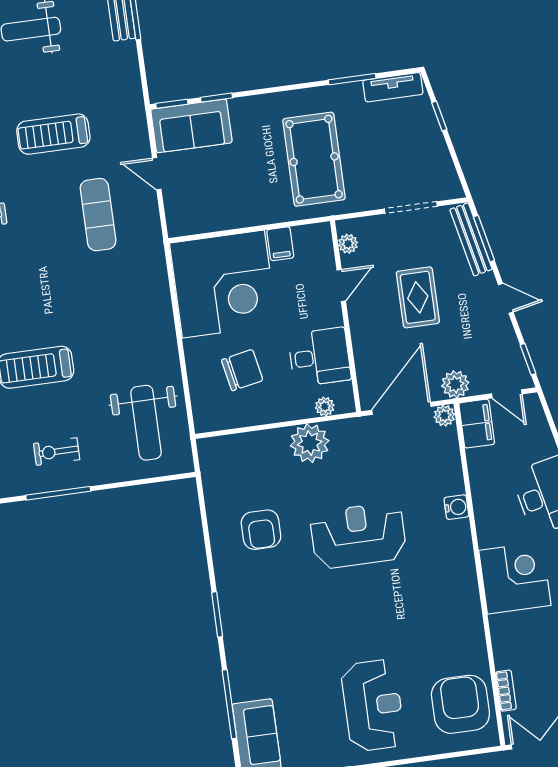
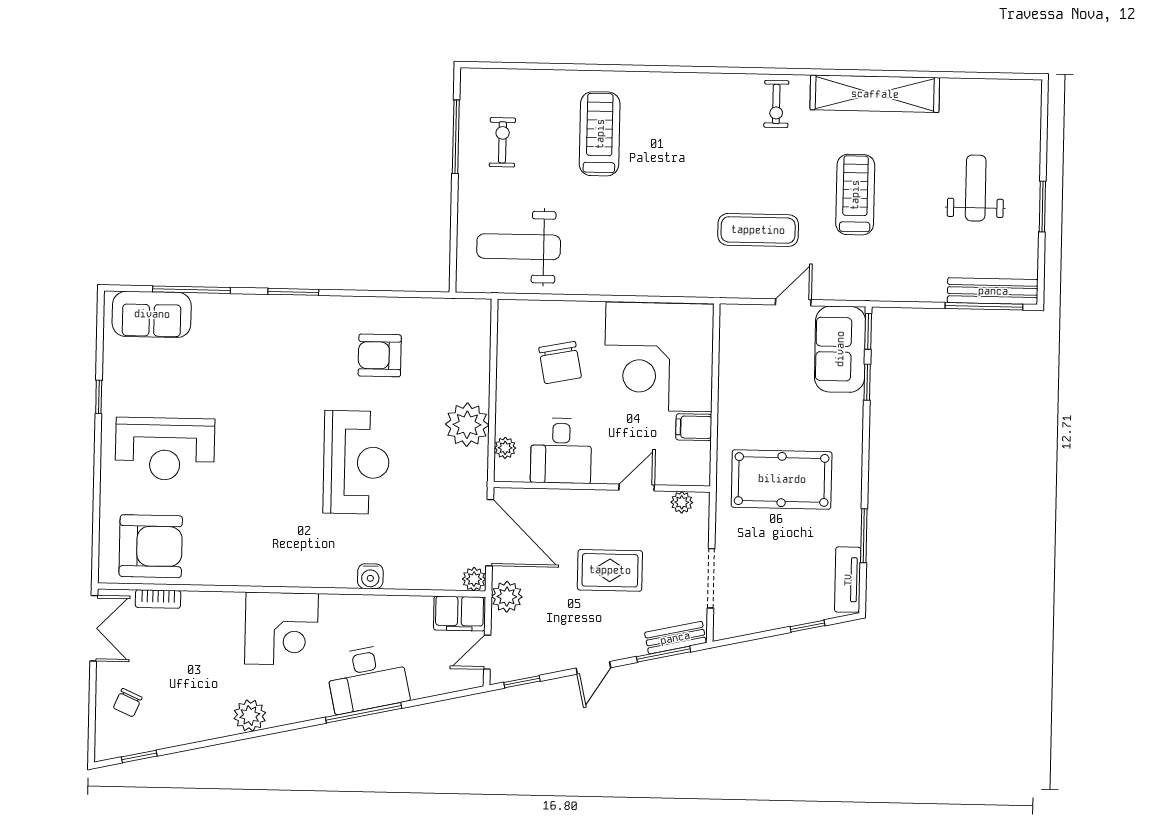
bench: (471, 239) -> (675, 638), width x0.73
door: (341, 285) -> (637, 488), swing flipped

